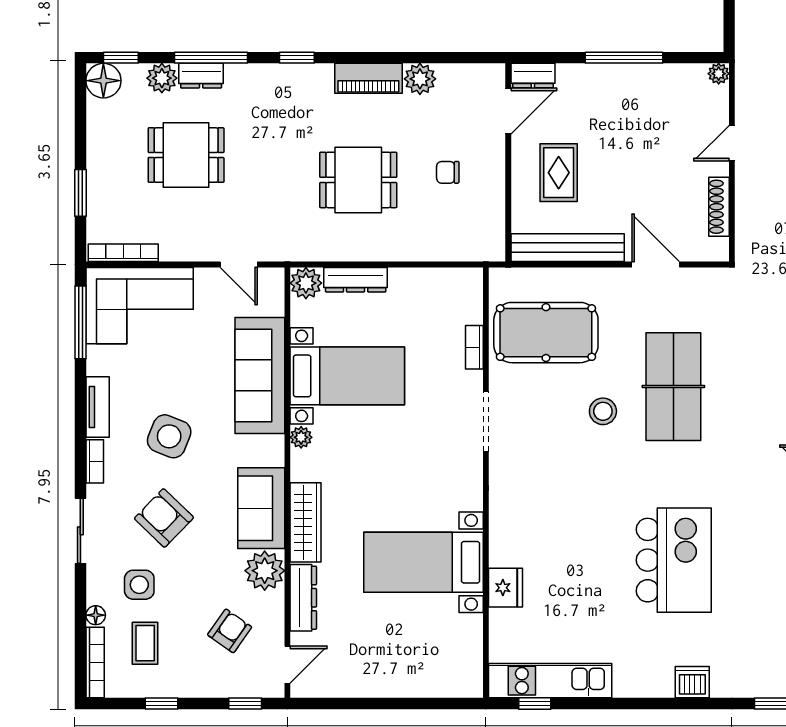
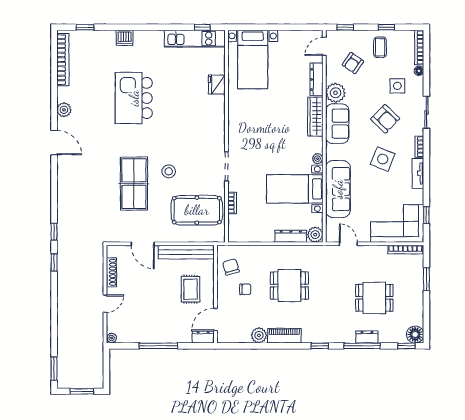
plant: (162, 78) -> (386, 336), removed
chair: (477, 218) -> (231, 267), added
window: (80, 322) -> (426, 215), width x0.46
bed with nightstands: (423, 562) -> (253, 59), moved, turned 90
coffee table: (145, 643) -> (380, 47), moved

